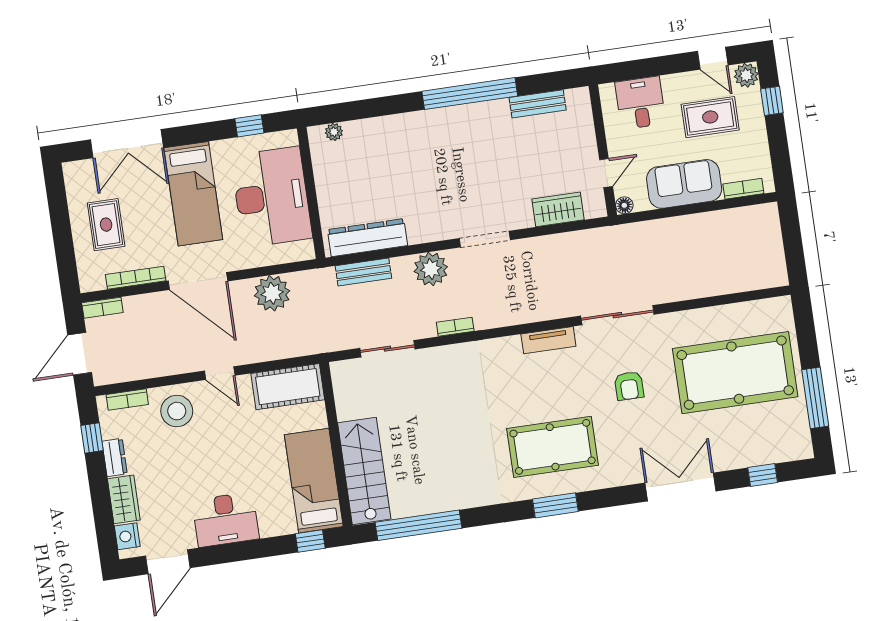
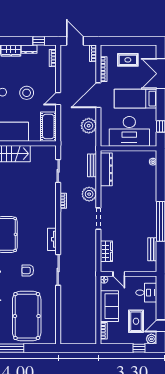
stool: (177, 411) -> (27, 93), moved

